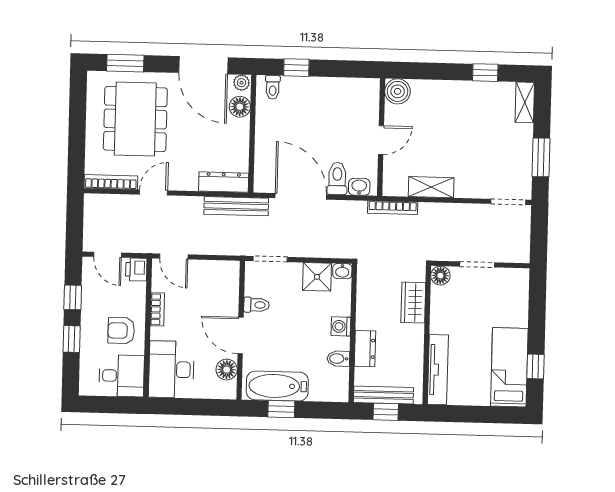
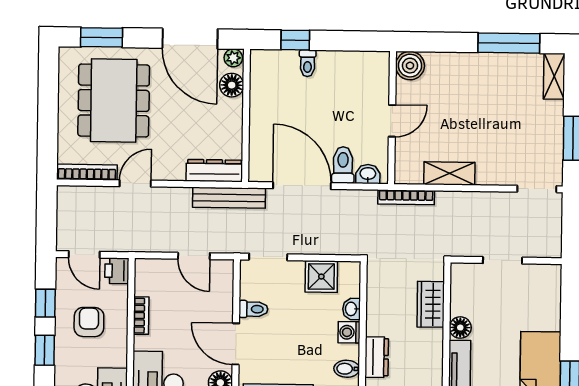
window: (485, 73) -> (509, 43), width x2.17
toilet: (273, 87) -> (308, 63), moved
door: (174, 256) -> (194, 256), moved
washbasin: (342, 271) -> (351, 309), moved, turned 90
floor lamp: (440, 276) -> (460, 328), moved
armchair: (121, 331) -> (89, 322), moved, turned 90

